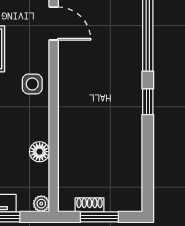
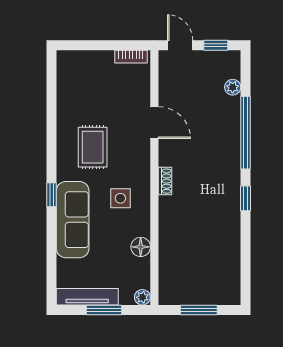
side table: (32, 84) -> (120, 198), moved
shoe rack: (90, 205) -> (165, 181), moved, turned 90

